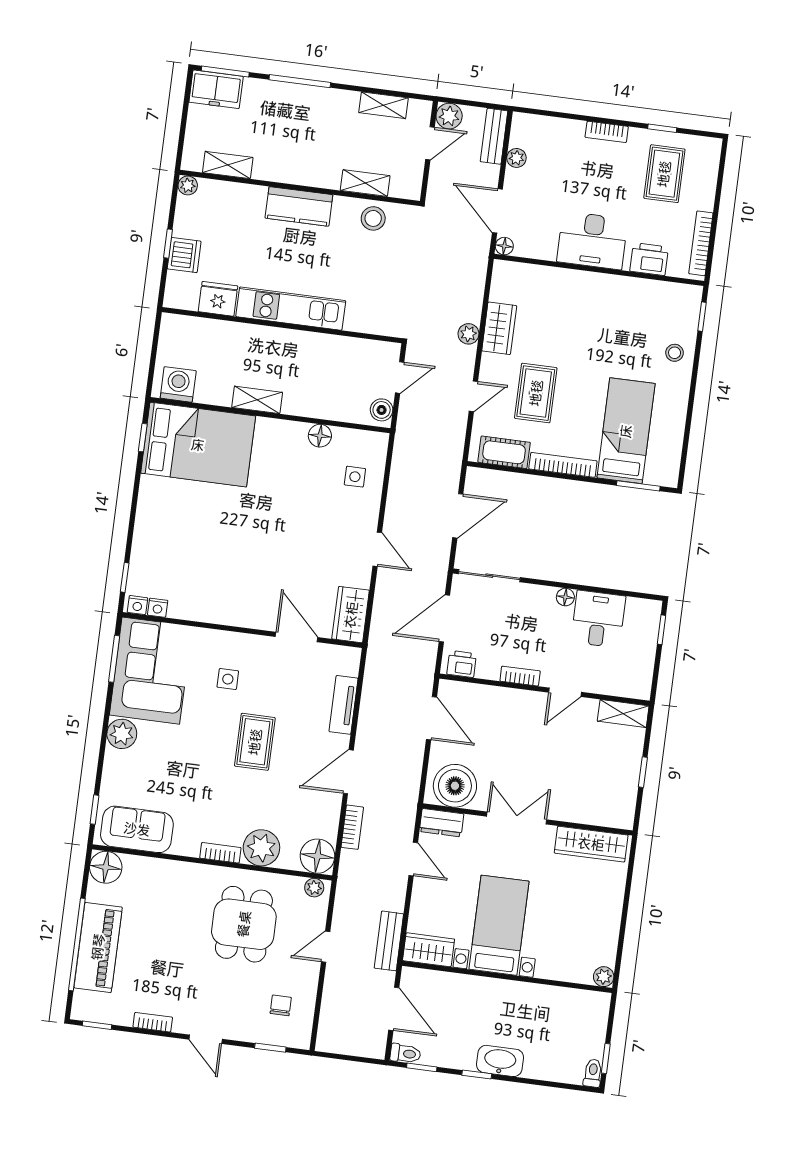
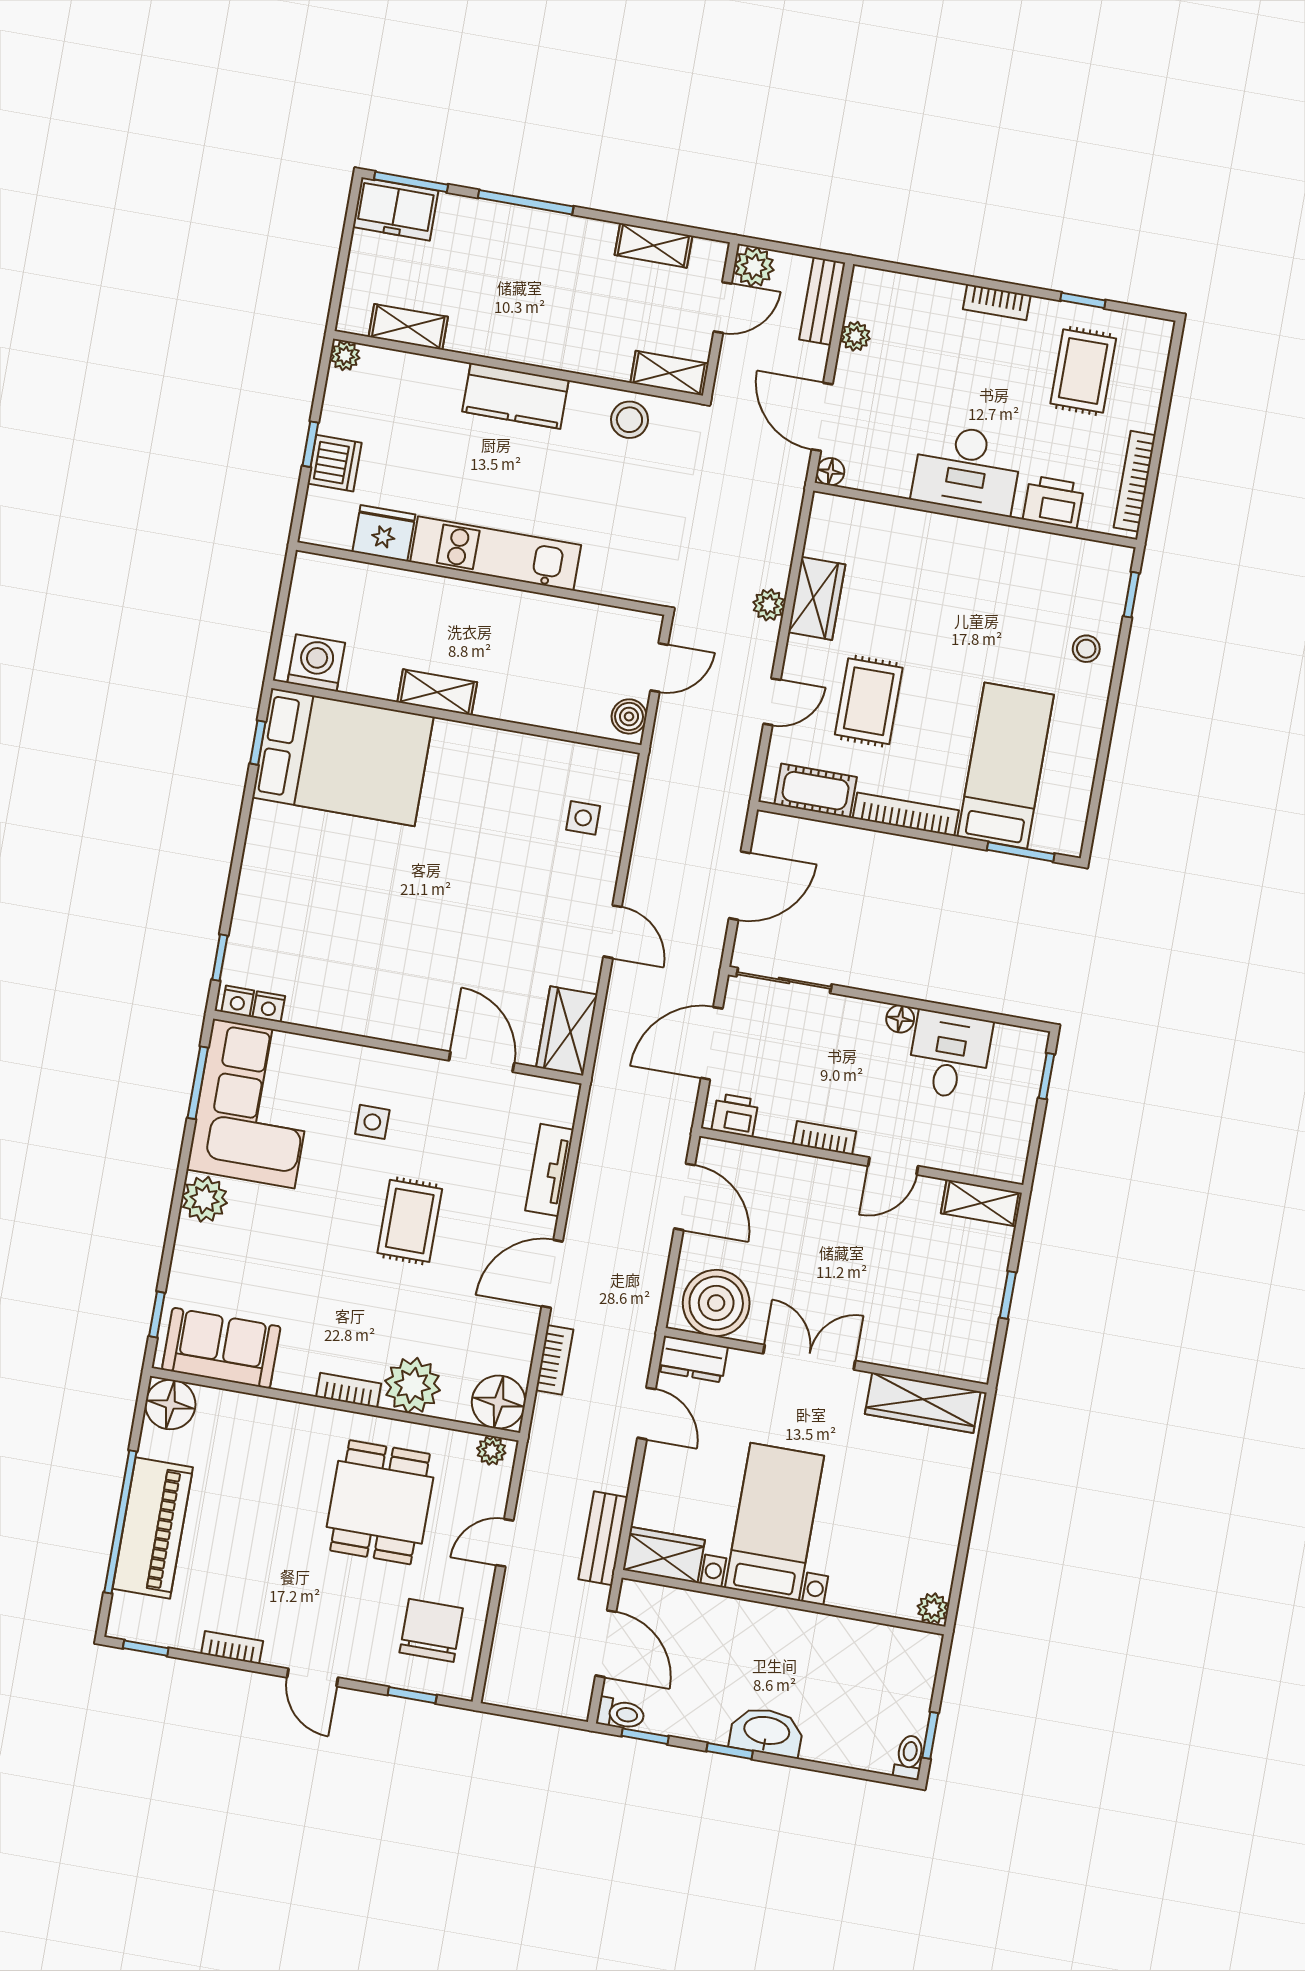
shelving: (365, 183) -> (669, 373), moved
floor lamp: (320, 436) -> (532, 752), removed
chair: (281, 1005) -> (431, 1630), width x1.87, depth x1.87

